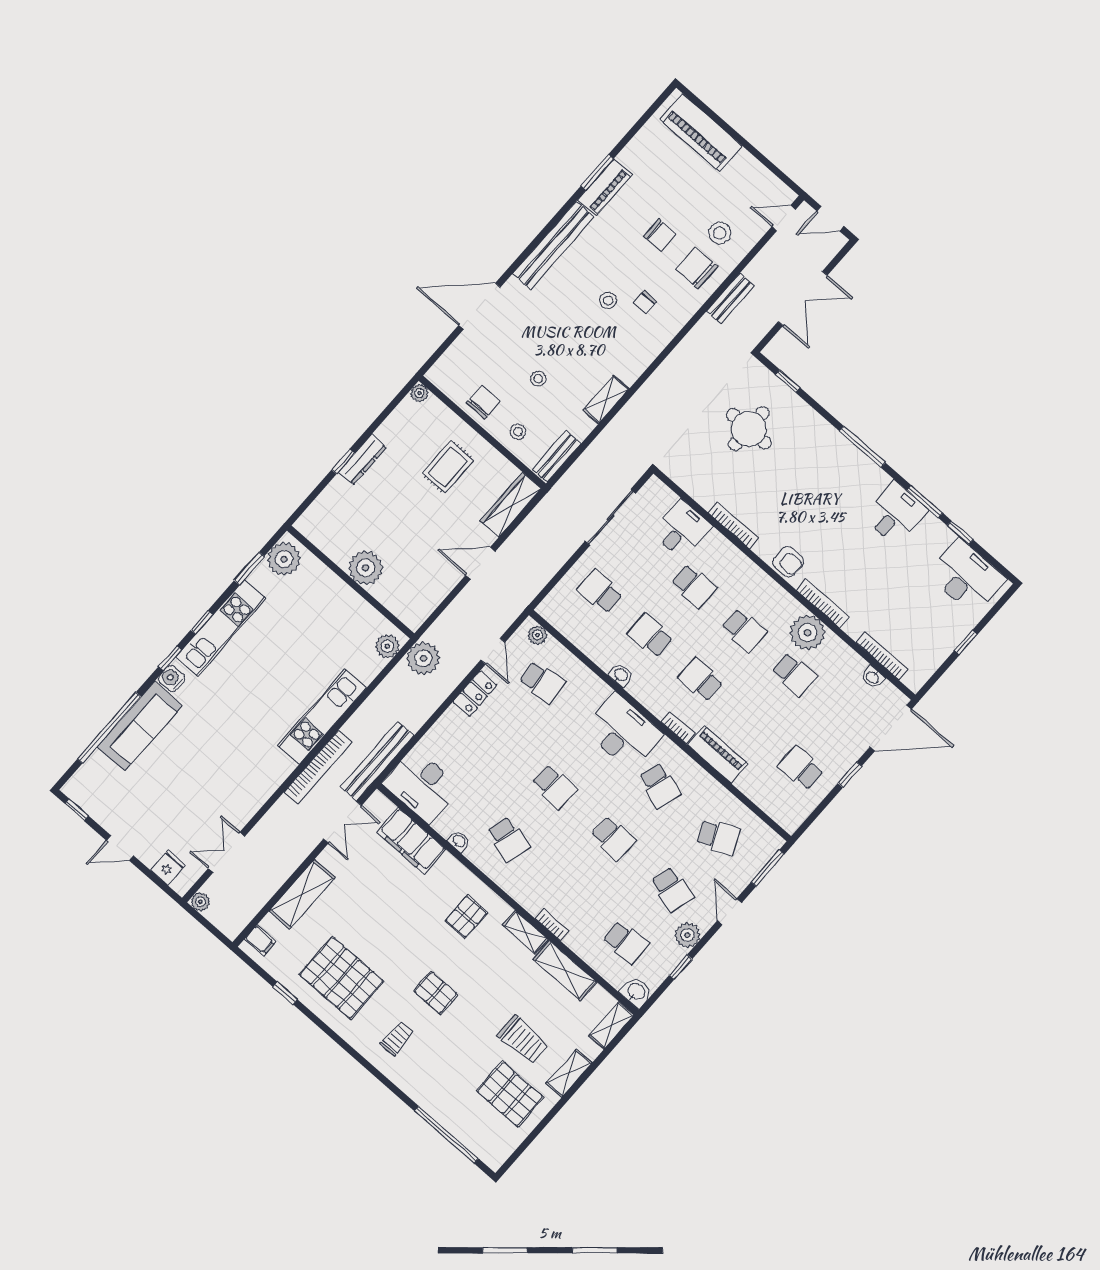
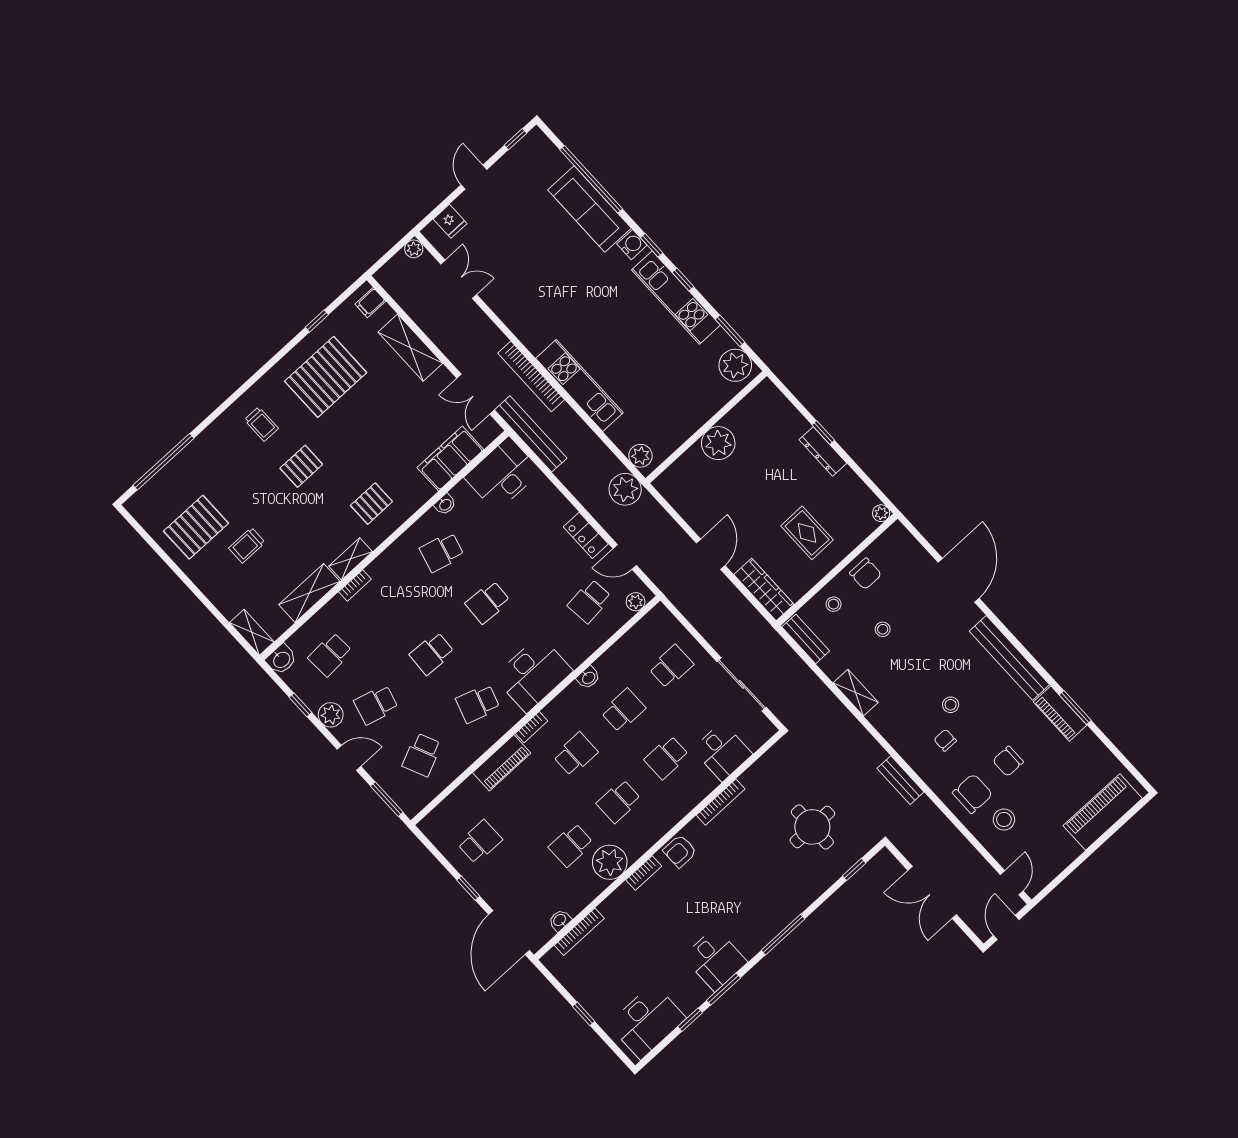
bench: (730, 298) -> (900, 780), moved
bookcase: (823, 603) -> (644, 873), width x0.64
pallet: (466, 917) -> (371, 504), turned 90
trolley: (523, 1040) -> (247, 545), width x0.73, depth x0.72
shelving: (569, 1073) -> (210, 586), removed

